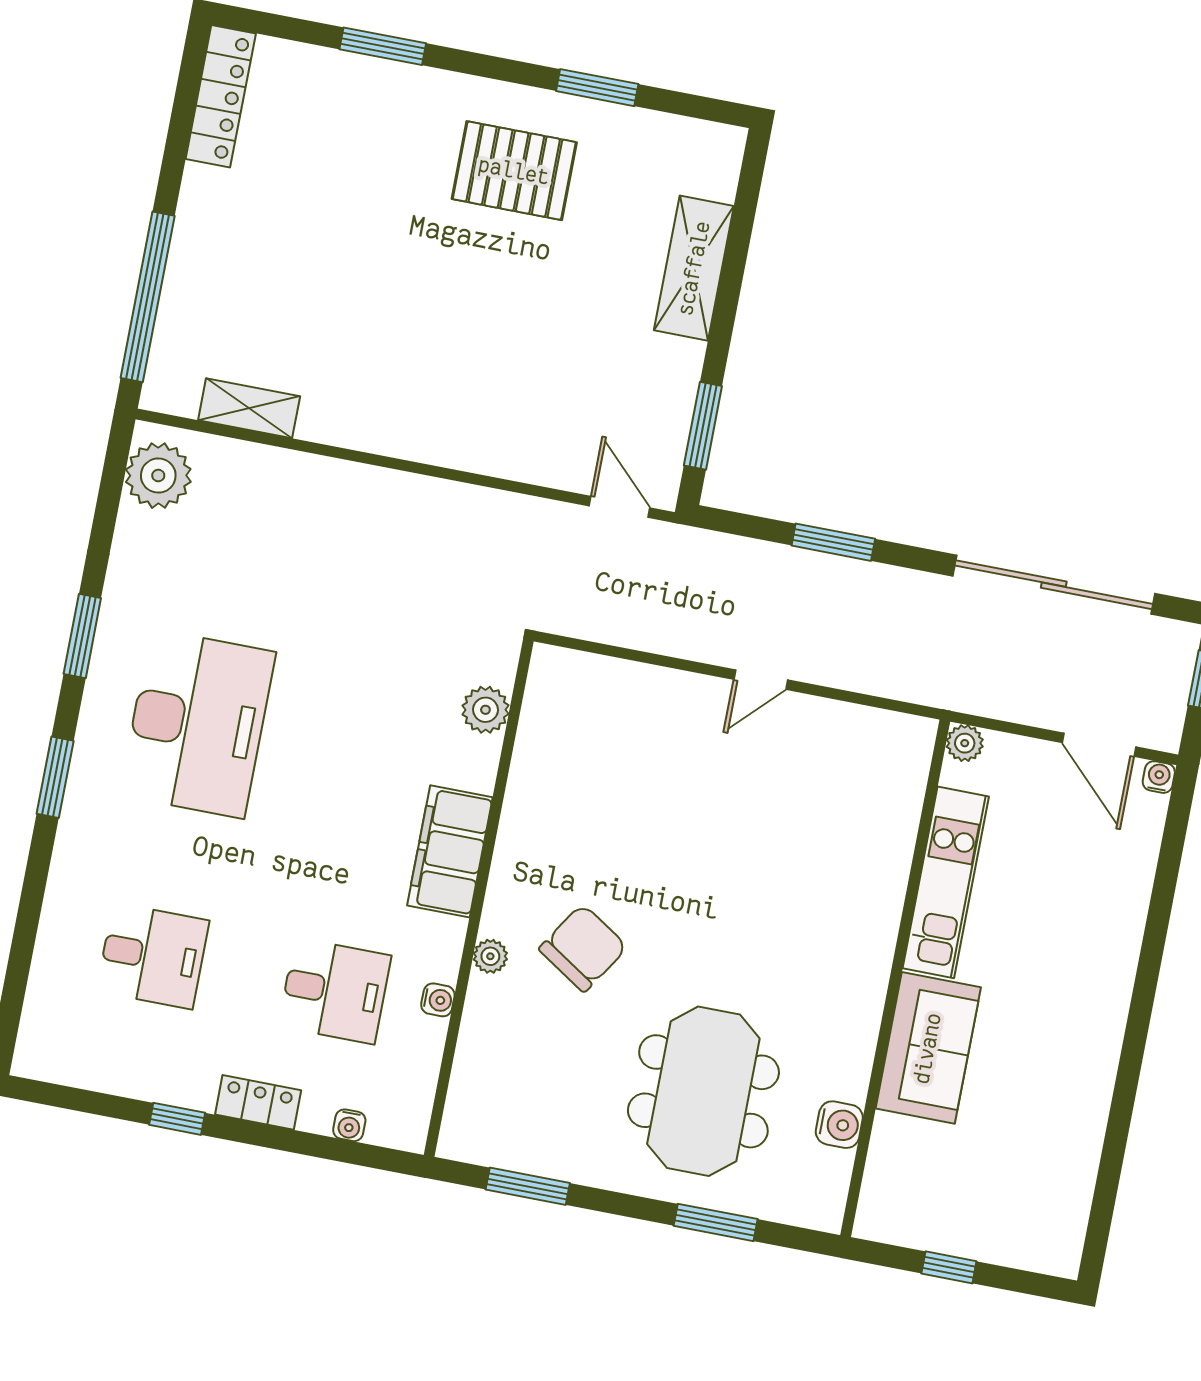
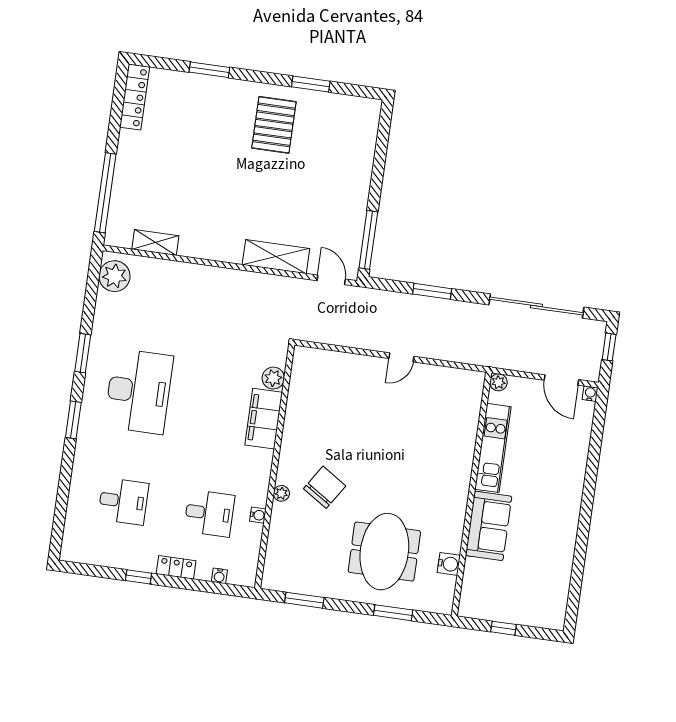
pallet: (514, 171) -> (274, 125), turned 90
shelving: (694, 268) -> (276, 257), moved, turned 90
window: (703, 426) -> (368, 240), width x1.44
filing cabinet: (450, 851) -> (264, 419), moved

